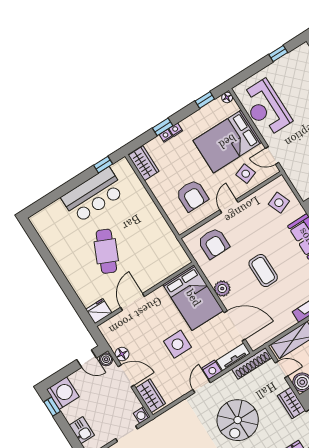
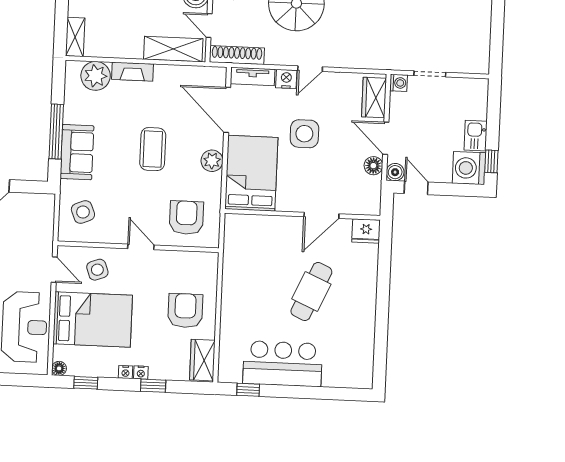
nightstand: (166, 136) -> (125, 372), moved
armchair: (192, 196) -> (185, 311), moved
door: (229, 206) -> (141, 247), swing flipped
kitchen sink: (82, 430) -> (476, 136), moved

